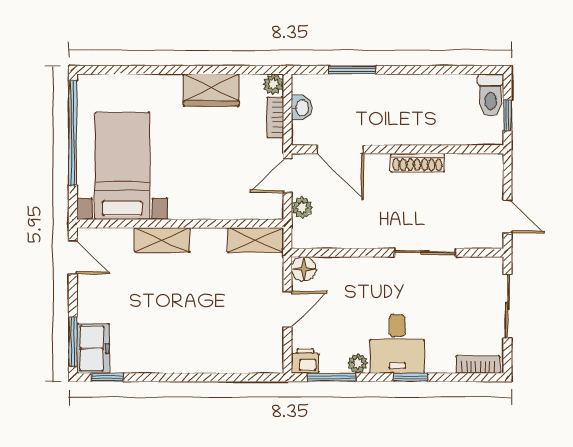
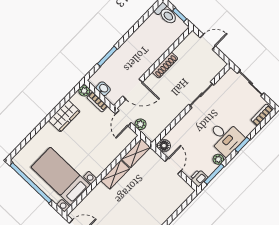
door: (508, 217) -> (208, 42), moved
shelving: (162, 240) -> (115, 175), moved

